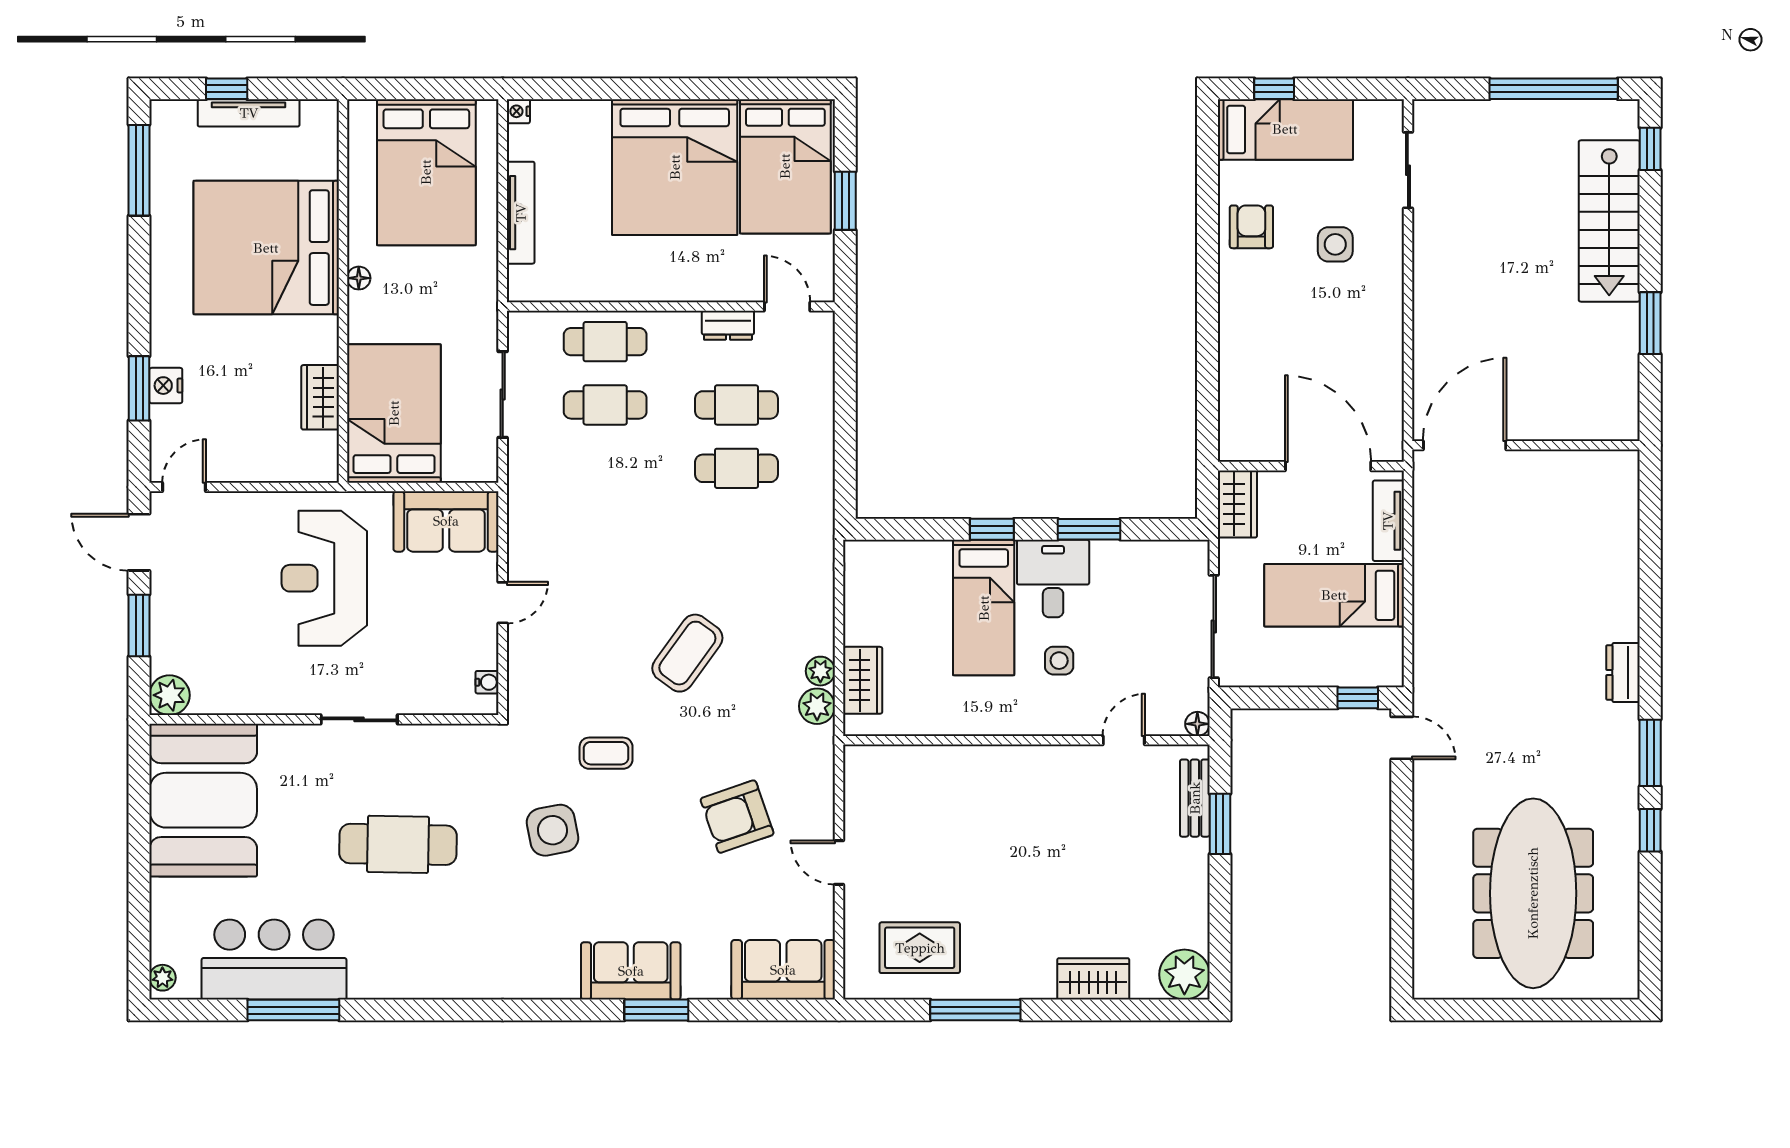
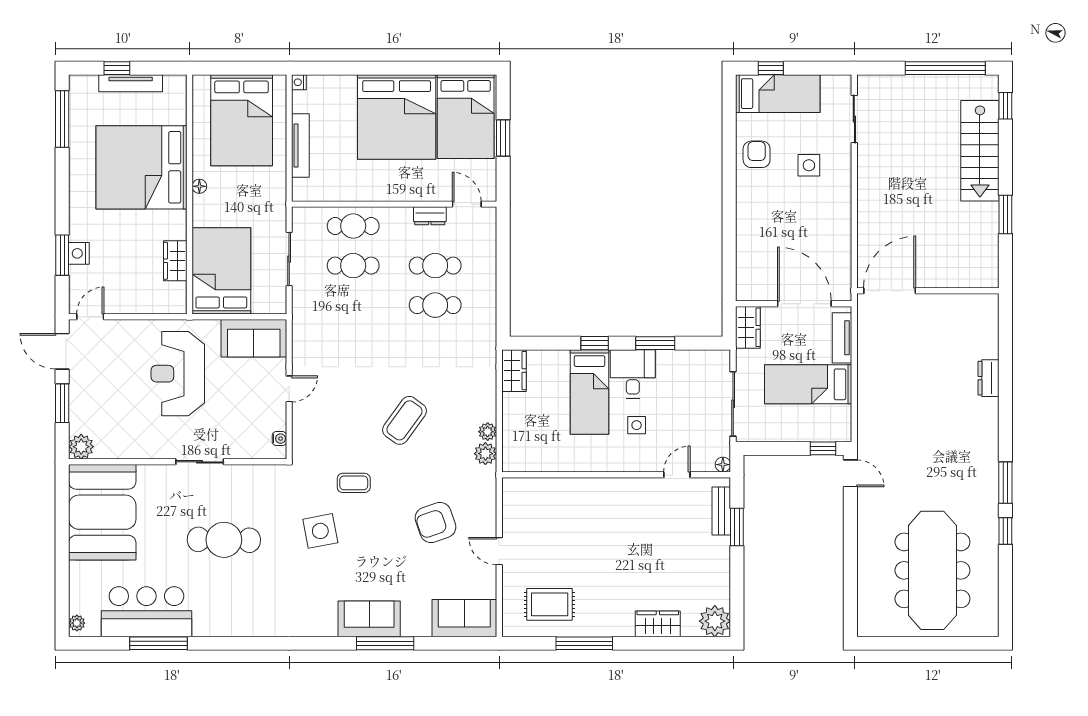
dresser: (1623, 672) -> (989, 378), moved
wardrobe: (863, 680) -> (514, 371), moved
window: (656, 1010) -> (385, 643), width x1.44

